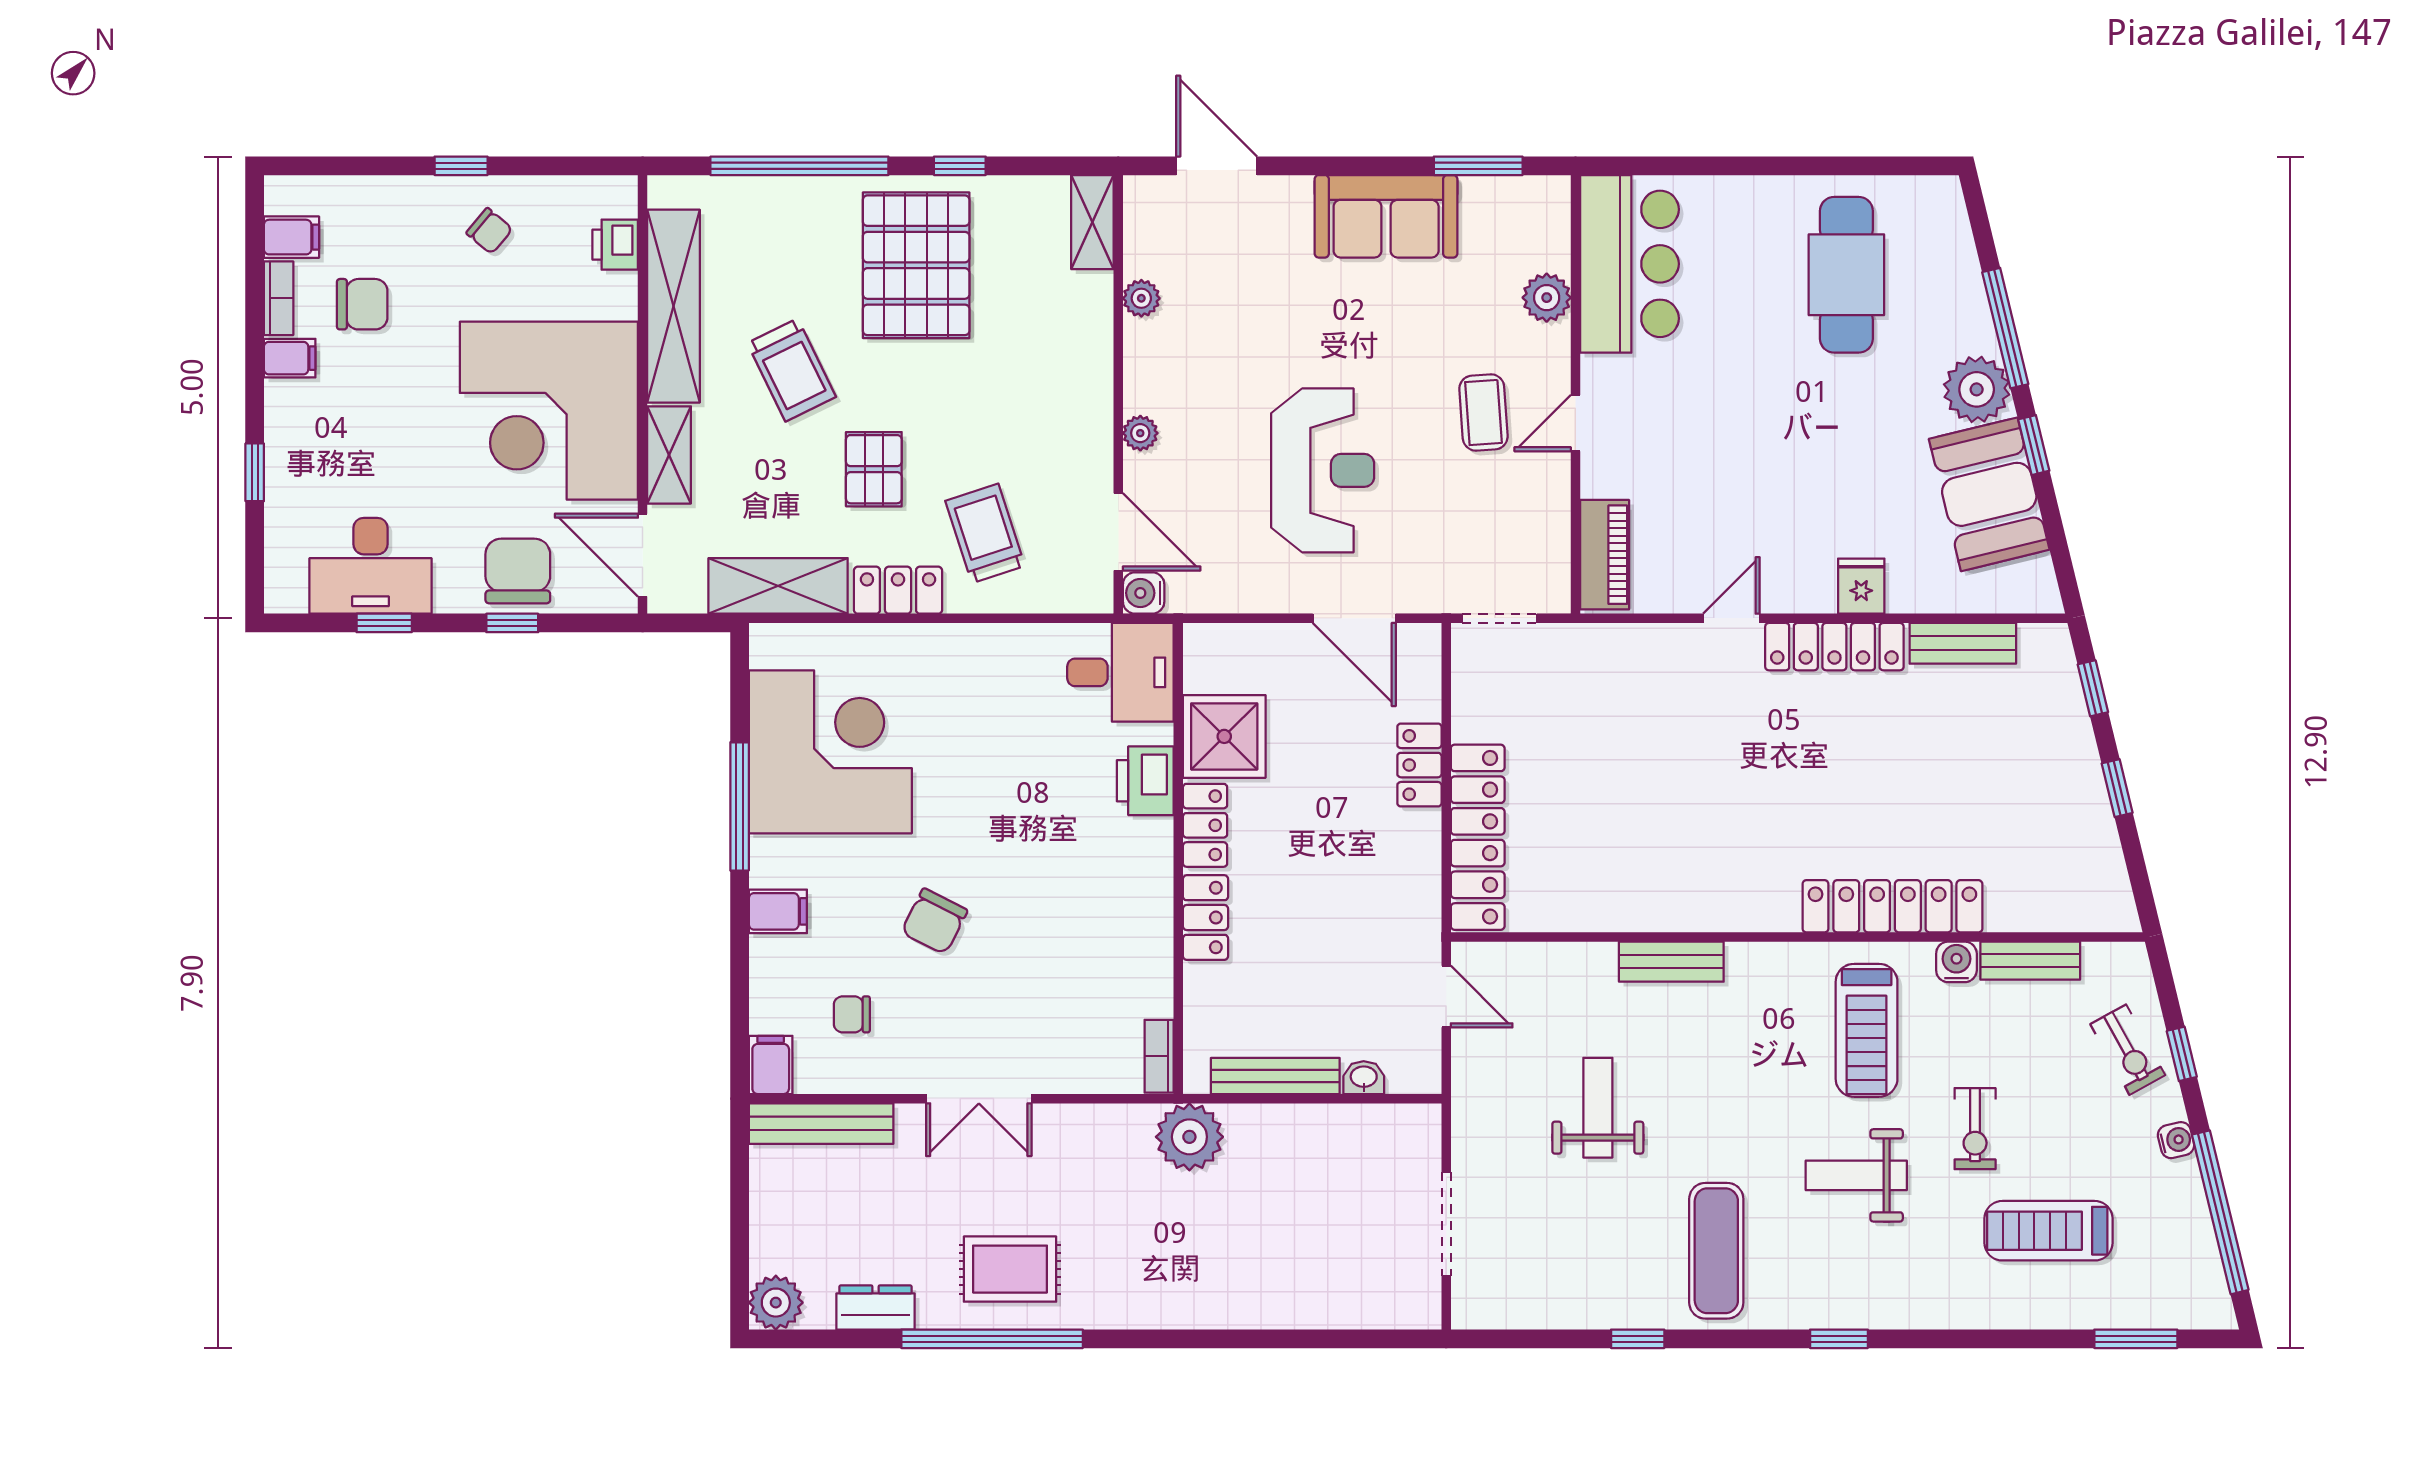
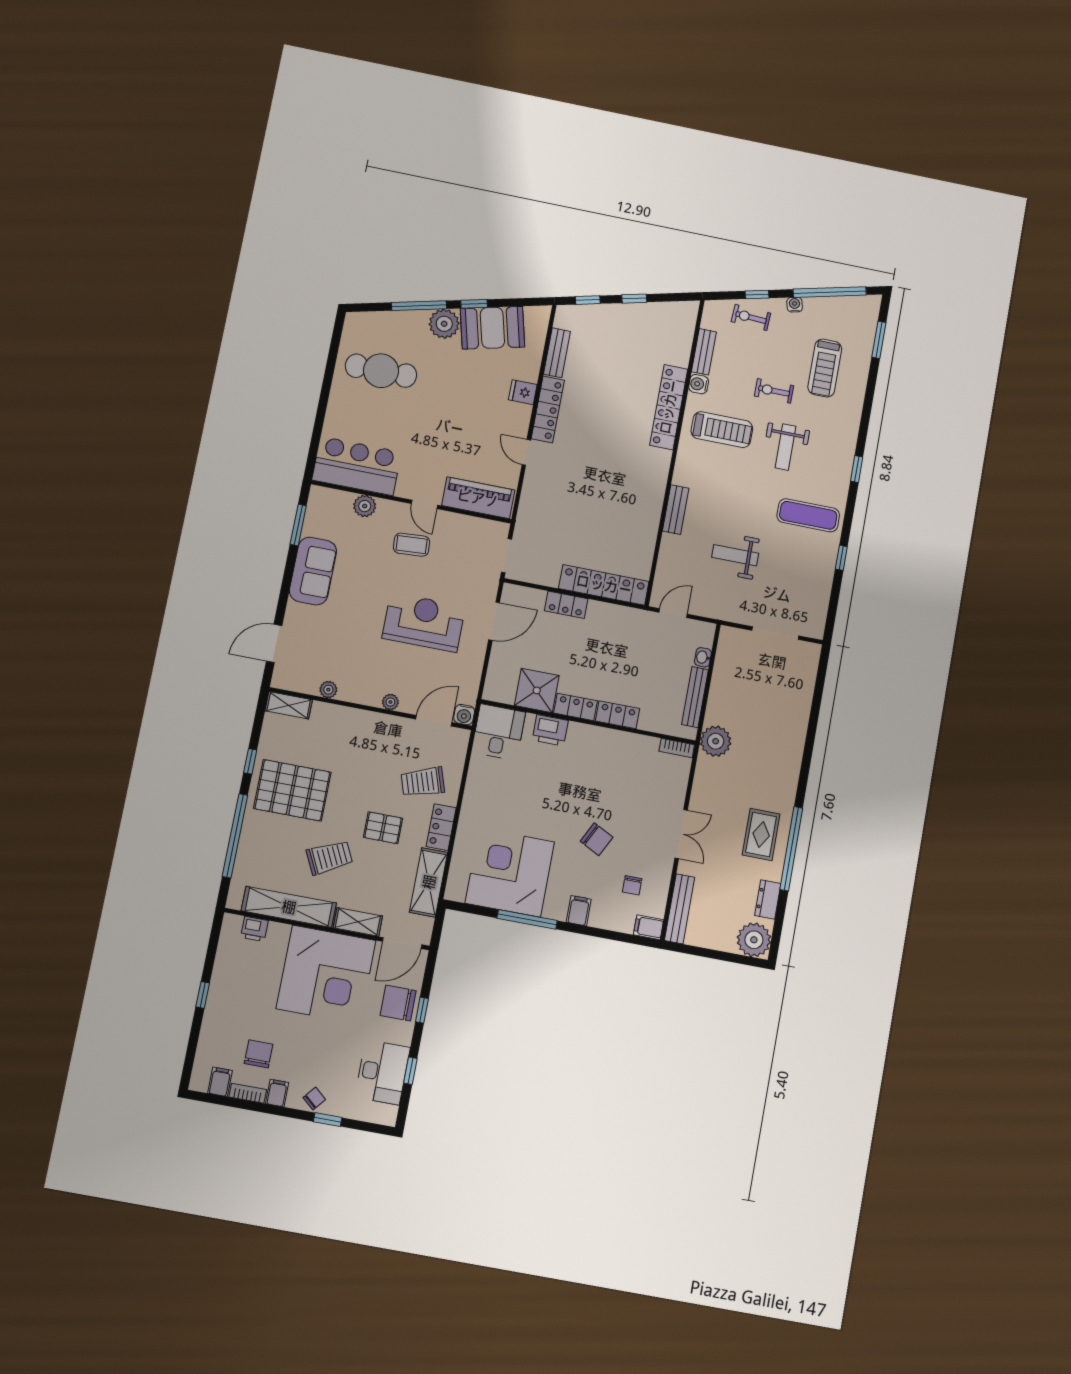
chair: (489, 231) -> (314, 1098), moved
piano: (1605, 555) -> (478, 498), width x1.37, depth x1.33
exercise bike: (2128, 1050) -> (751, 317), turned -148
exercise bike: (1975, 1129) -> (774, 391), turned 180
plant: (776, 1303) -> (754, 940), width x1.36, depth x1.36

